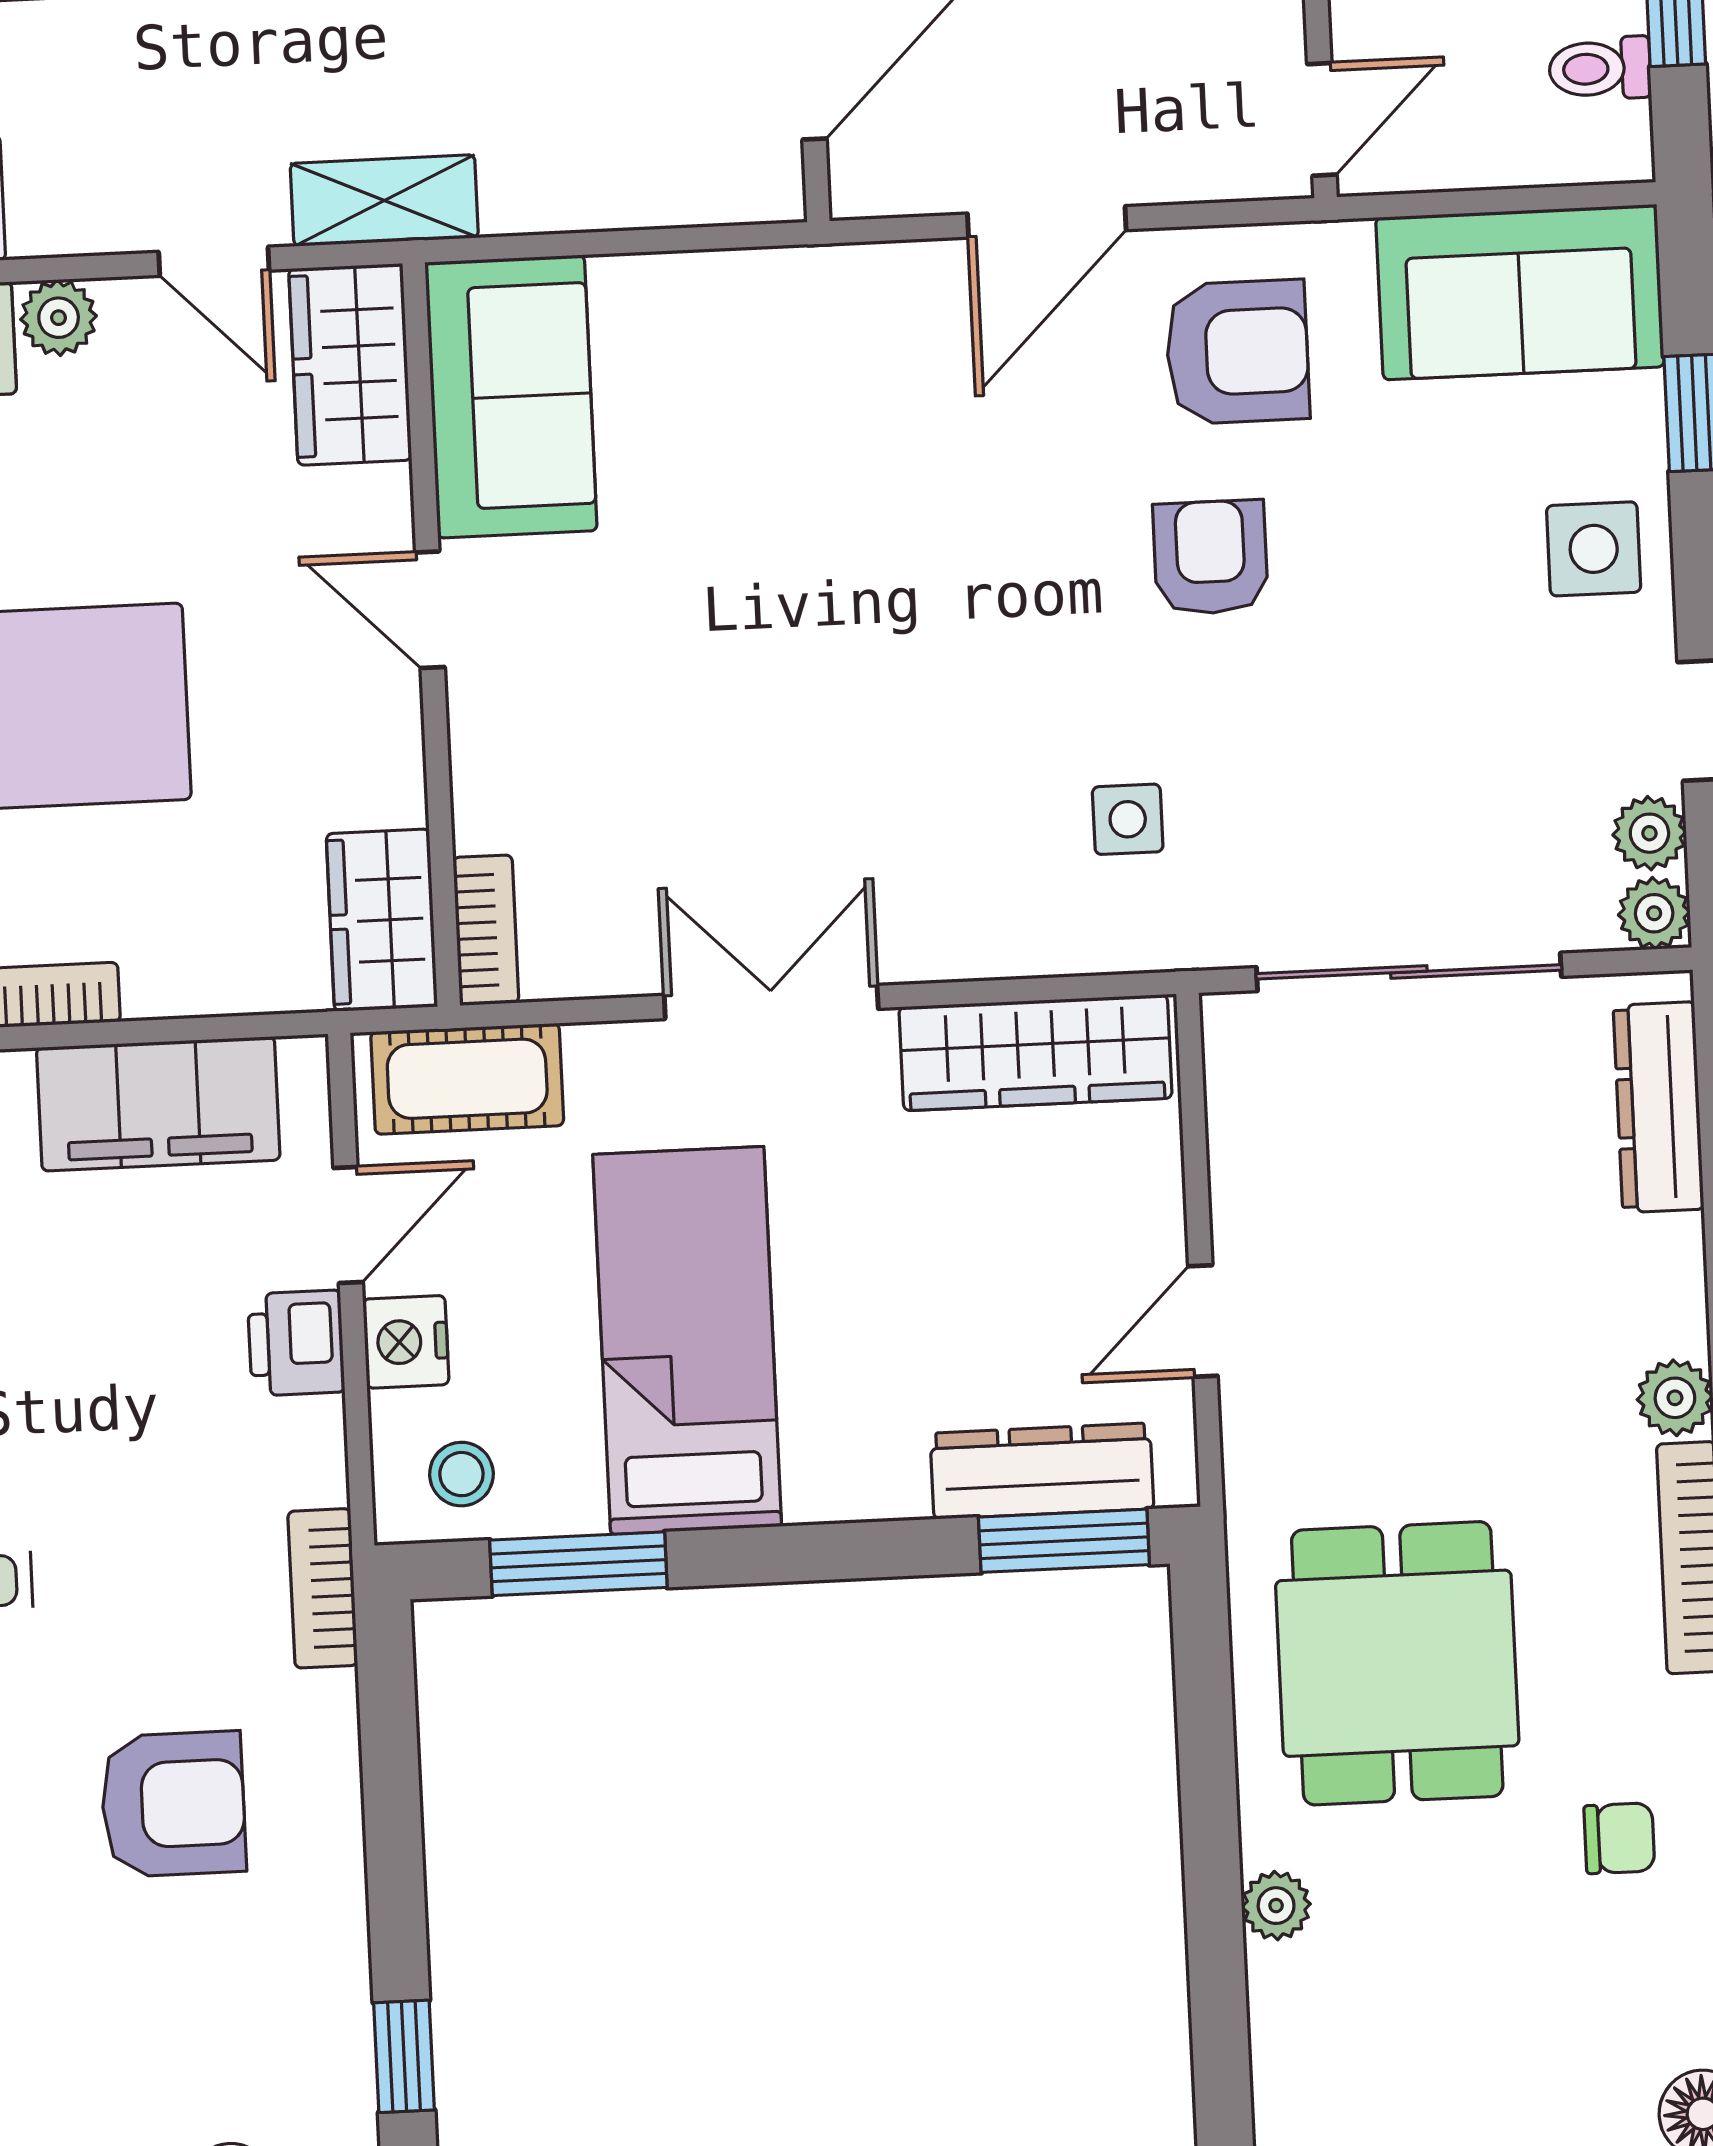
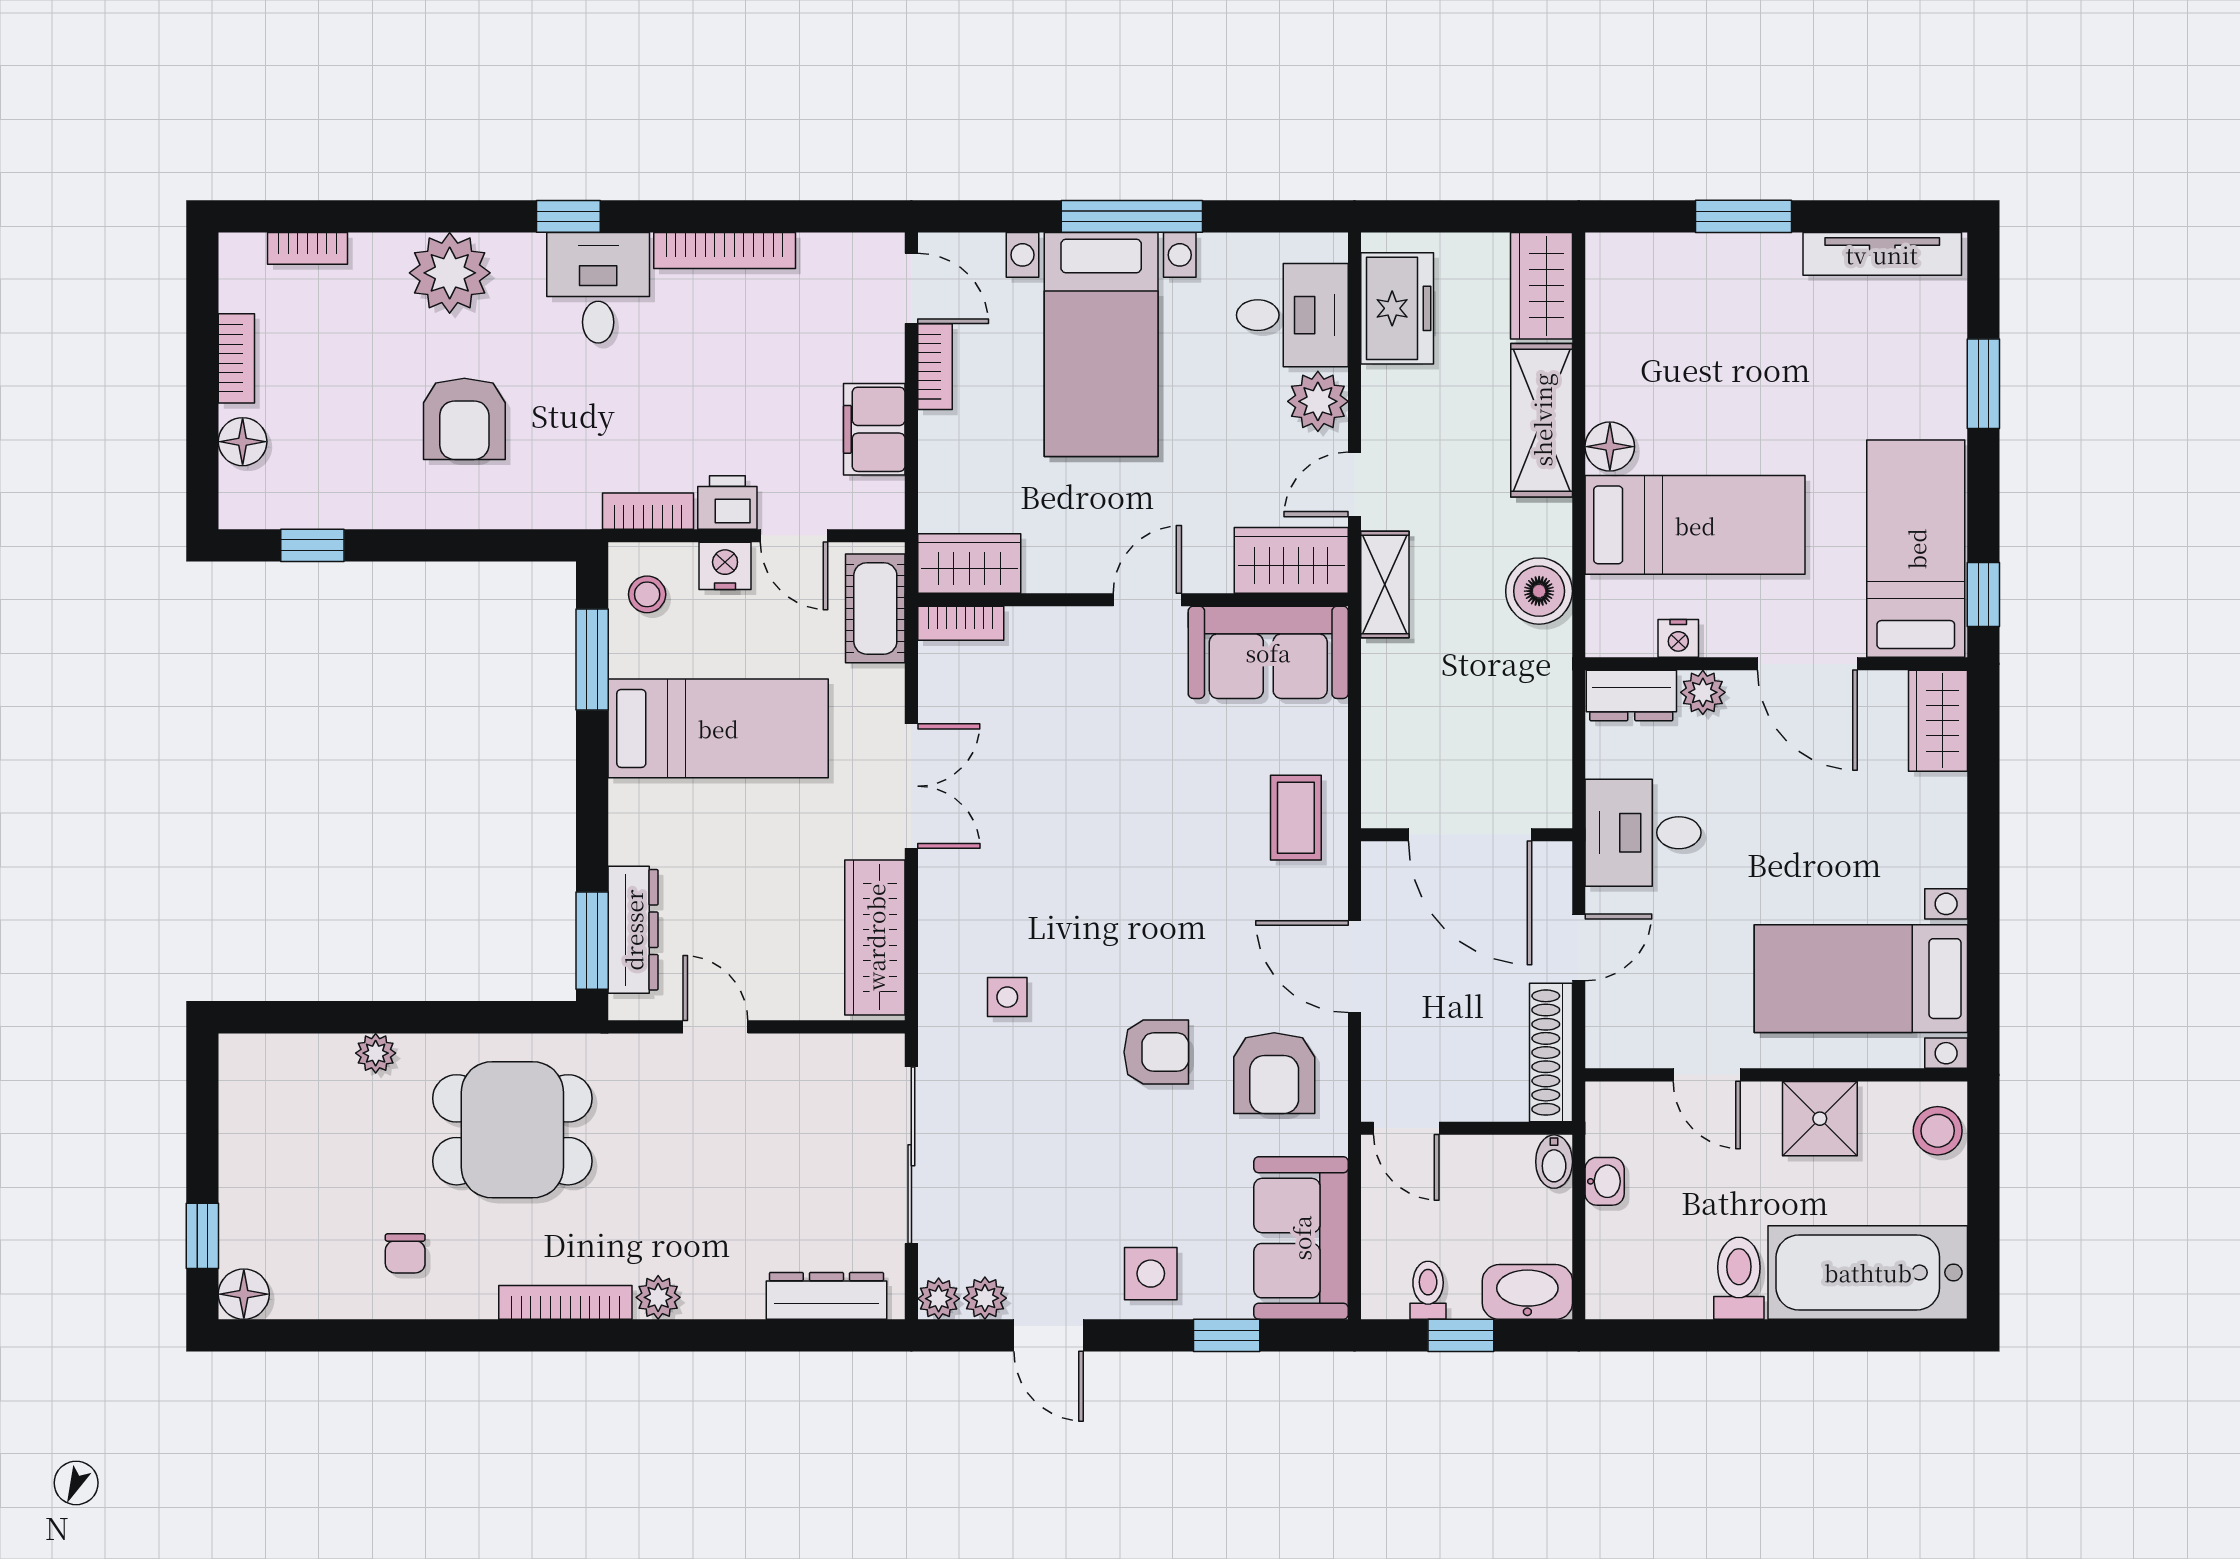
plant: (59, 318) -> (1318, 401), width x1.38, depth x1.38
coffee table: (794, 335) -> (1296, 818), added
filing cabinet: (158, 1104) -> (874, 429), width x0.67, depth x0.86
bookcase: (323, 1588) -> (648, 511), moved

